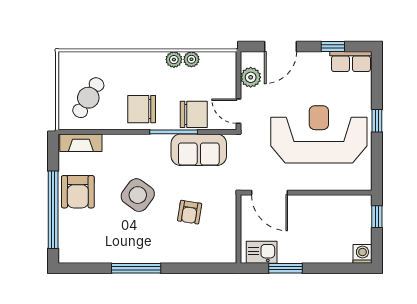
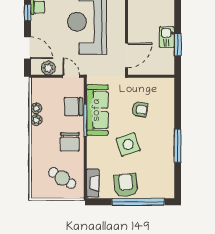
door: (239, 111) -> (71, 76), swing flipped
chair: (194, 114) -> (73, 107), turned -90
sofa: (199, 150) -> (97, 110), width x1.36
armchair: (78, 192) -> (126, 185), turned -96
side table: (138, 195) -> (128, 144), turned 36
kitchen sink: (262, 252) -> (167, 37), moved

